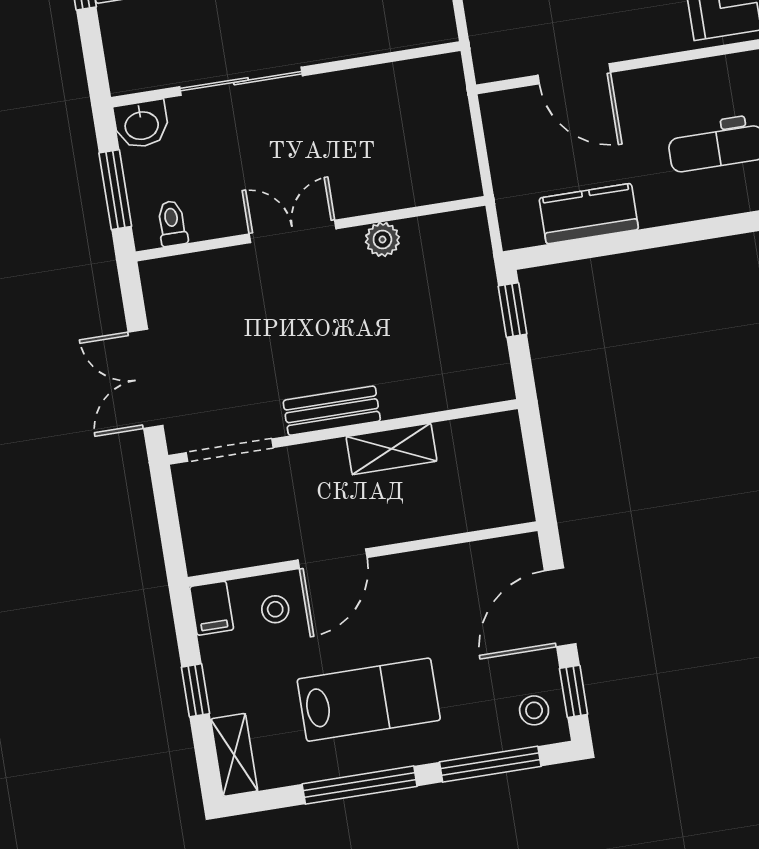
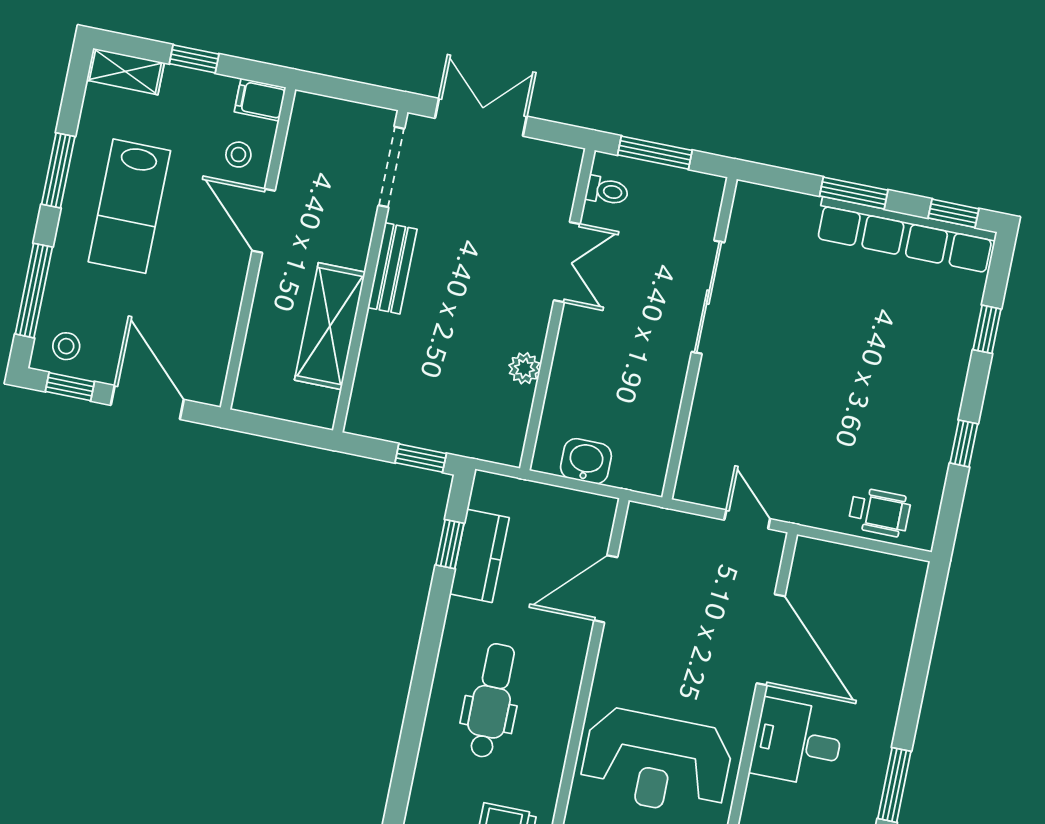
washbasin: (141, 124) -> (586, 461), moved, turned 90
double door: (293, 231) -> (567, 262), moved
window: (588, 248) -> (450, 544), added
shelving: (391, 449) -> (330, 326), width x1.50, depth x1.33
window: (360, 785) -> (58, 170), width x0.69

